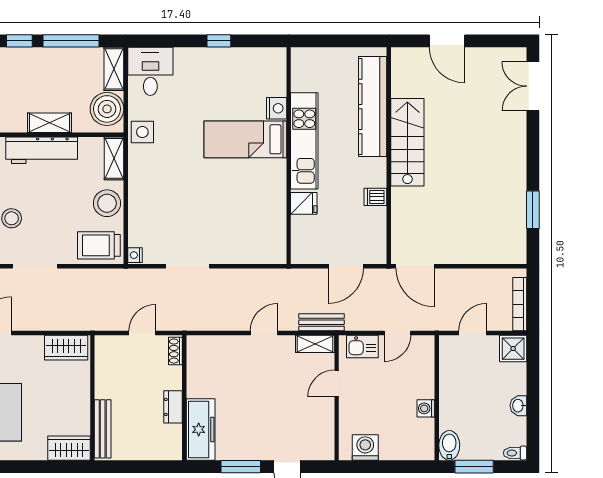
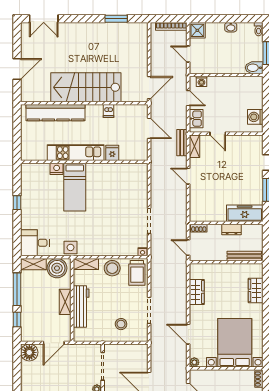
stairs: (407, 142) -> (86, 87), width x1.36, depth x1.51
wall: (92, 398) -> (226, 262), moved
washing machine: (426, 408) -> (201, 81), moved
bench: (103, 429) -> (244, 256), moved

